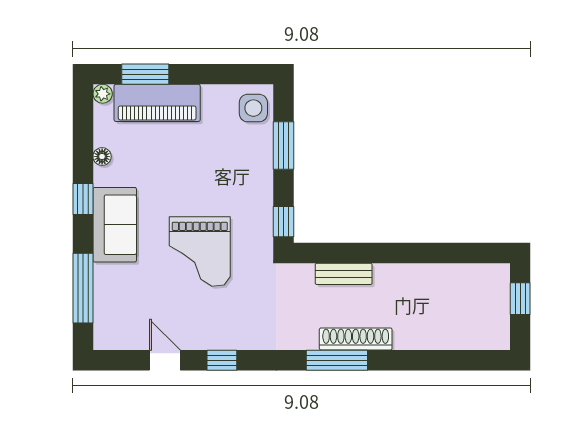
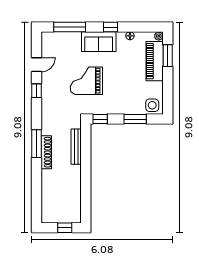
bench: (344, 274) -> (76, 147), width x1.36

